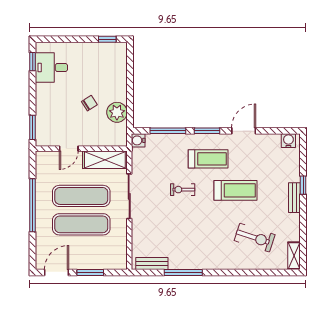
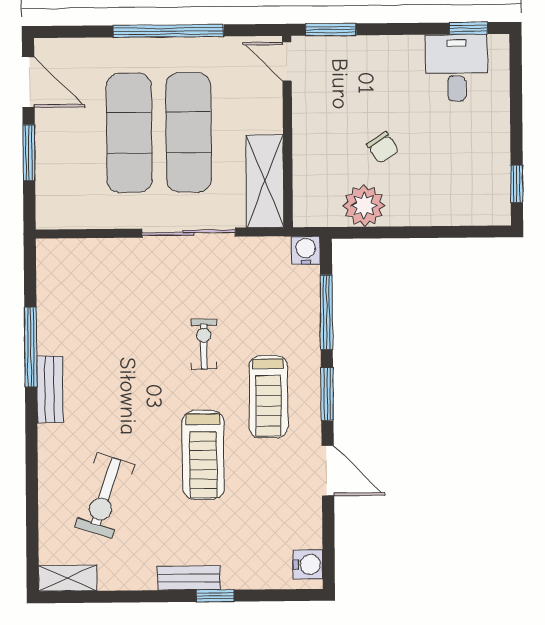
door: (69, 149) -> (287, 62), moved
bench: (152, 263) -> (50, 389), moved

